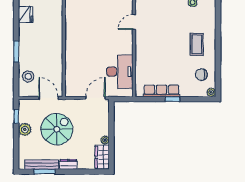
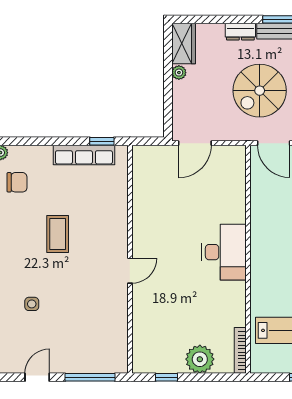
coffee table: (197, 44) -> (58, 234), moved
desk: (120, 72) -> (224, 252), moved, turned 180
window: (172, 99) -> (102, 141), moved

